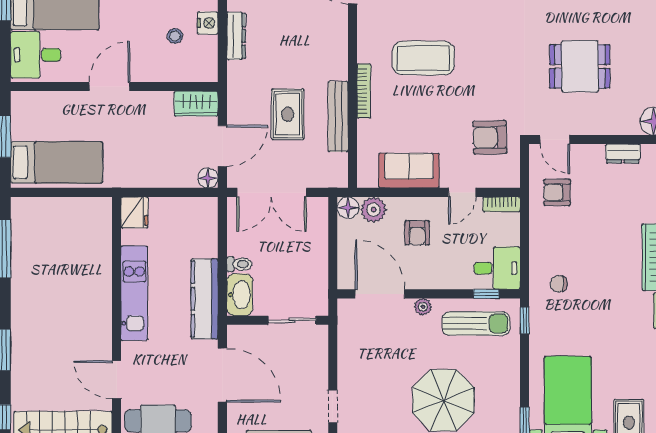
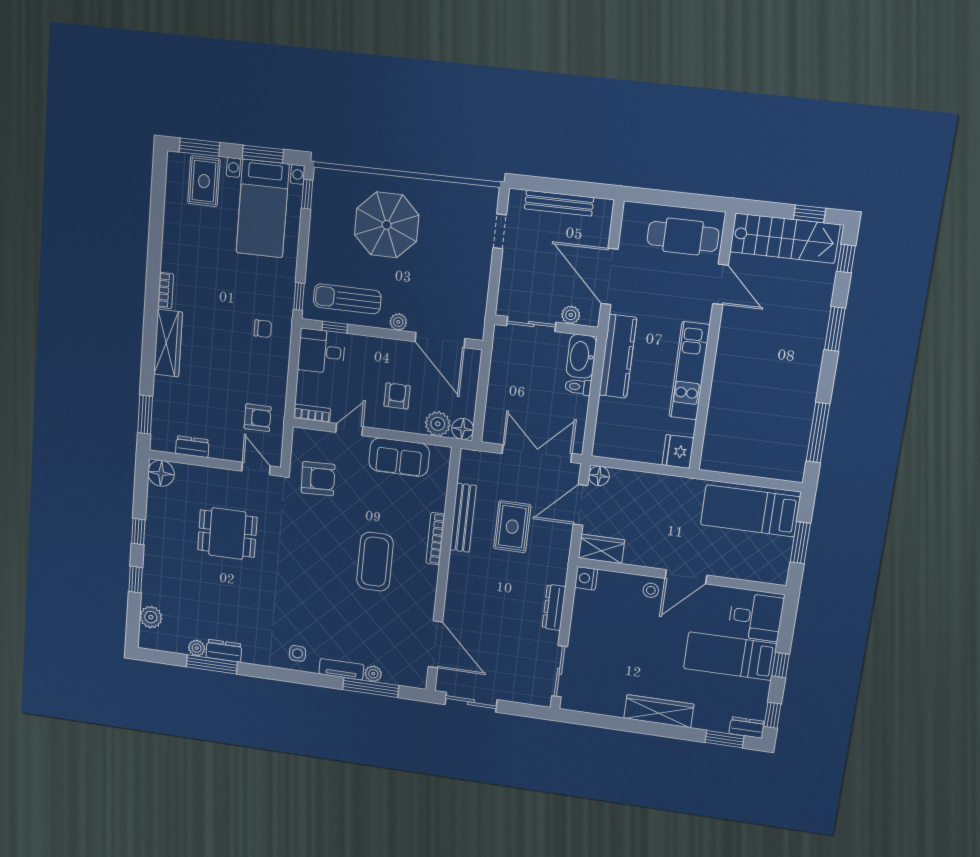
nightstand: (208, 23) -> (586, 578), moved
stool: (175, 36) -> (651, 590), moved
coffee table: (423, 58) -> (375, 562), turned 90
plant: (255, 334) -> (571, 315), added

